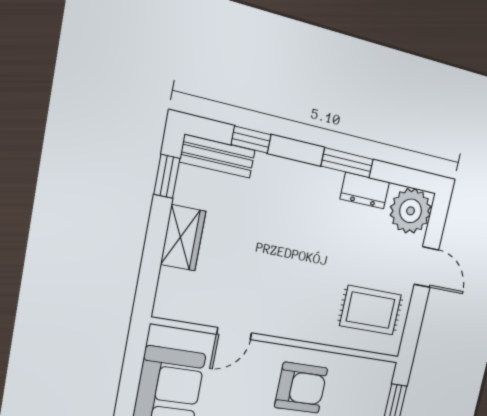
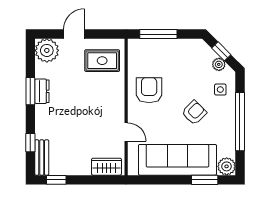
dresser: (365, 191) -> (42, 91), moved
wardrobe: (183, 238) -> (106, 167), moved
rug: (371, 310) -> (102, 61), turned 90

